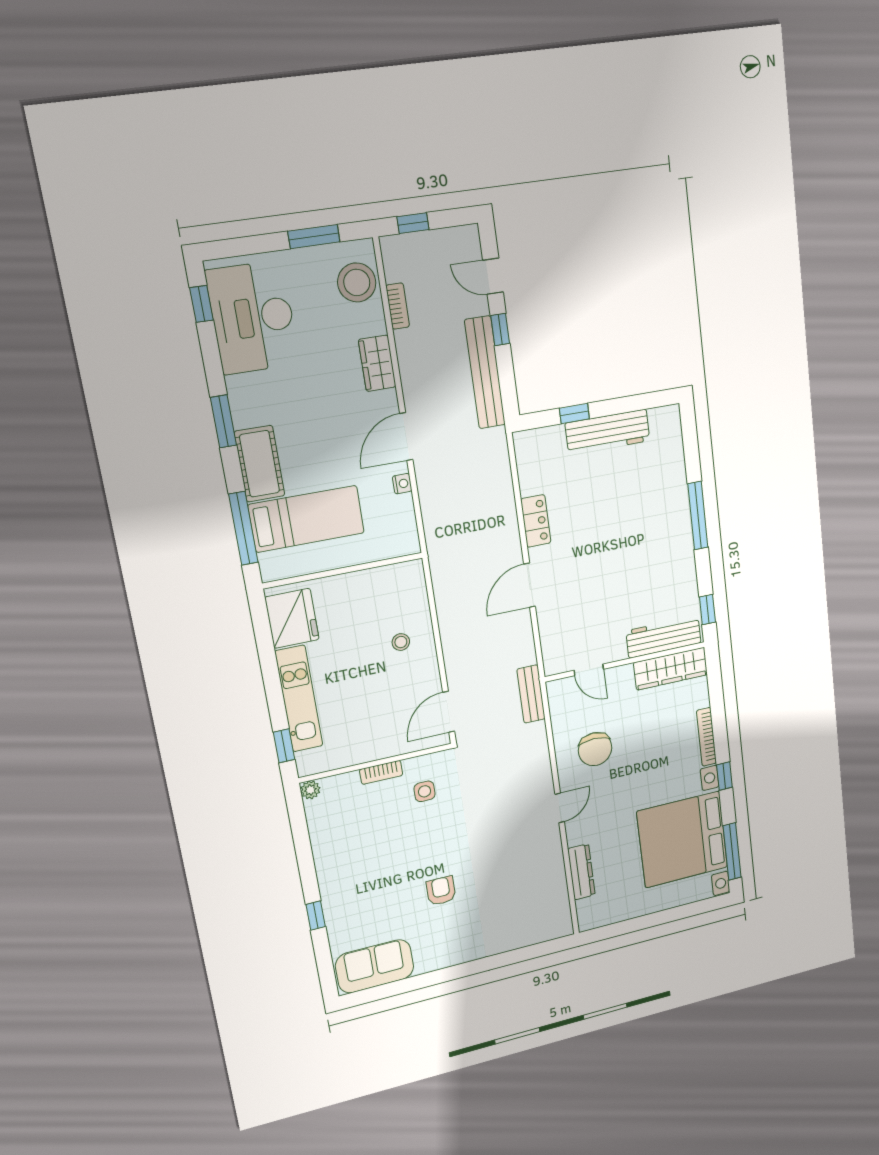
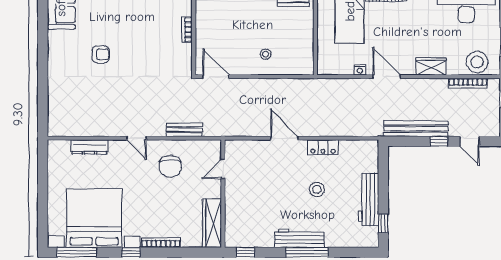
door: (493, 276) -> (470, 141), swing flipped
bookcase: (398, 306) -> (468, 83), width x1.56
window: (574, 414) -> (383, 224), moved
stool: (602, 518) -> (317, 190), added
workbench: (664, 637) -> (299, 238), moved, turned -90
bench: (531, 694) -> (184, 130), moved
chair: (595, 749) -> (170, 166), turned -90
side table: (425, 791) -> (169, 54), removed

